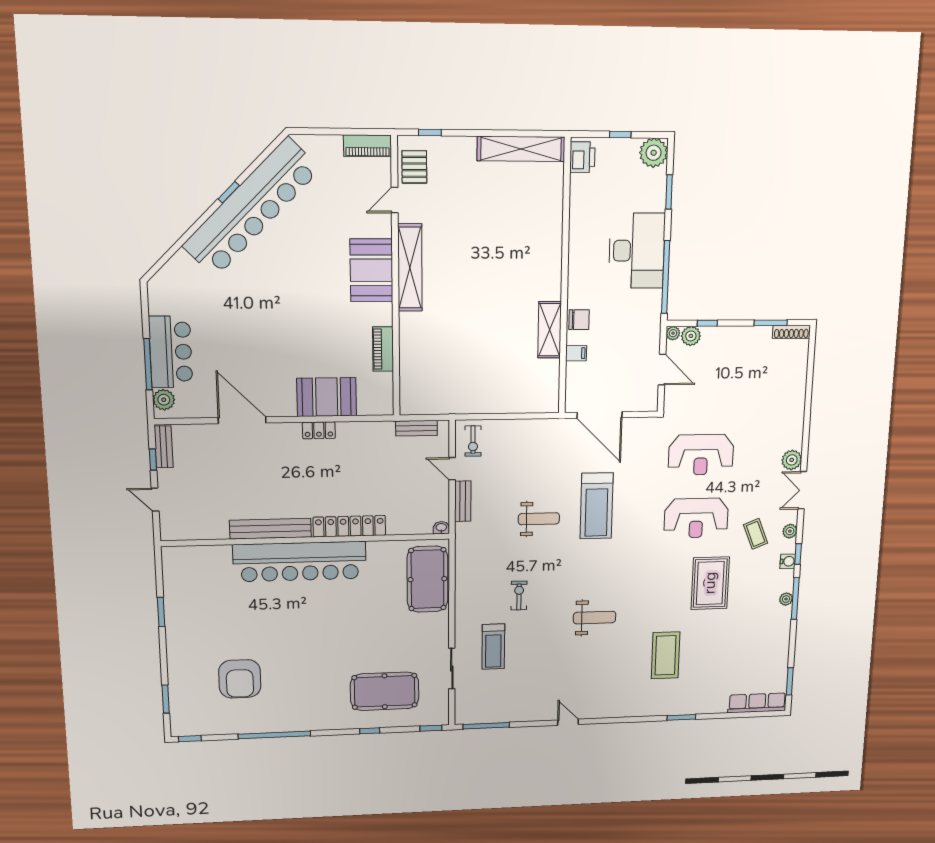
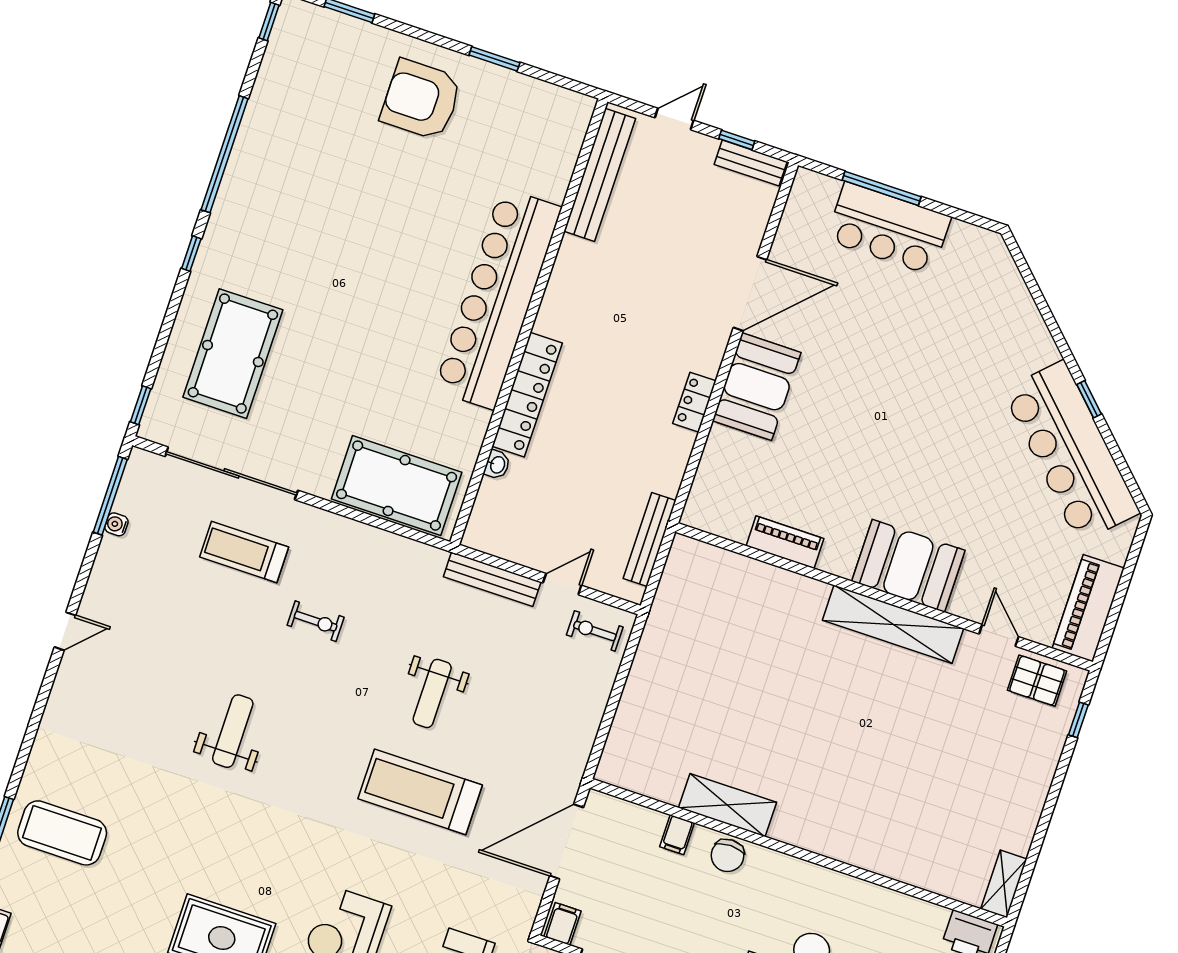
piano: (367, 146) -> (1088, 608), width x1.37, depth x1.33
shelving: (521, 149) -> (1004, 884), width x0.45, depth x0.75
bar counter: (251, 207) -> (1071, 452), width x0.73
booth: (327, 397) -> (757, 387), moved
plant: (164, 400) -> (821, 191), removed
filing cabinet: (647, 401) -> (563, 924), added
bench: (416, 428) -> (650, 539), width x1.36
bench: (463, 501) -> (492, 579), width x1.36
washbasin: (441, 528) -> (497, 465), moved
bench: (270, 529) -> (600, 175), moved
weight bench: (595, 618) -> (233, 731), turned 180
coffee table: (666, 655) -> (62, 833), moved
sliding door: (452, 669) -> (231, 473), width x1.86
armchair: (240, 679) -> (421, 100), moved
water cooler: (501, 717) -> (116, 524), added
window: (370, 731) -> (191, 254), moved

